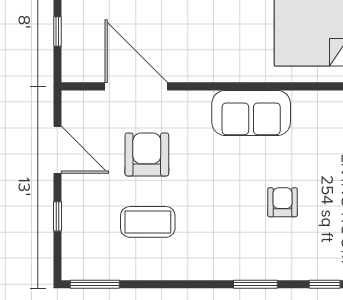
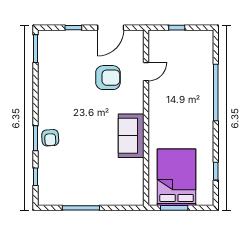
door: (136, 86) -> (146, 72), width x0.53
armchair: (282, 202) -> (50, 138), moved, turned 87
coffee table: (148, 222) -> (70, 78), removed

